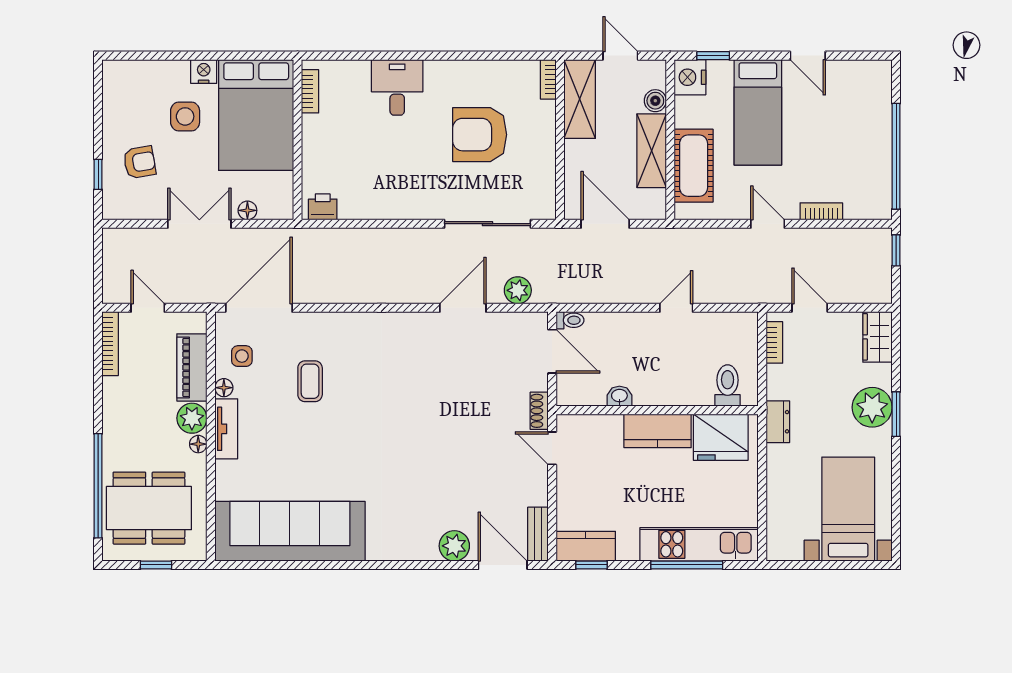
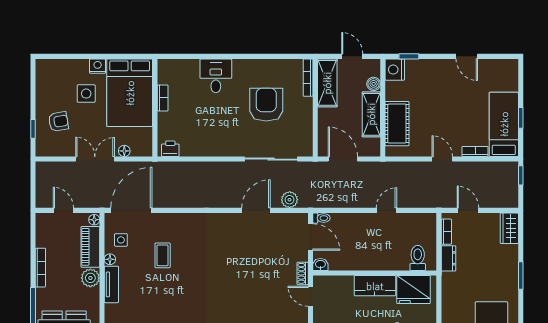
bookcase: (548, 79) -> (308, 78), width x1.56
bookcase: (310, 91) -> (163, 98), moved
bed: (758, 112) -> (504, 124), moved, turned 180
armchair: (480, 135) -> (266, 105), turned 90
window: (896, 156) -> (521, 118), width x0.32
bookcase: (110, 344) -> (40, 268), moved
washbasin: (619, 396) -> (320, 264), moved
plant: (872, 407) -> (506, 271), removed
dresser: (778, 422) -> (448, 258), moved
floor lamp: (198, 444) -> (94, 220), moved

